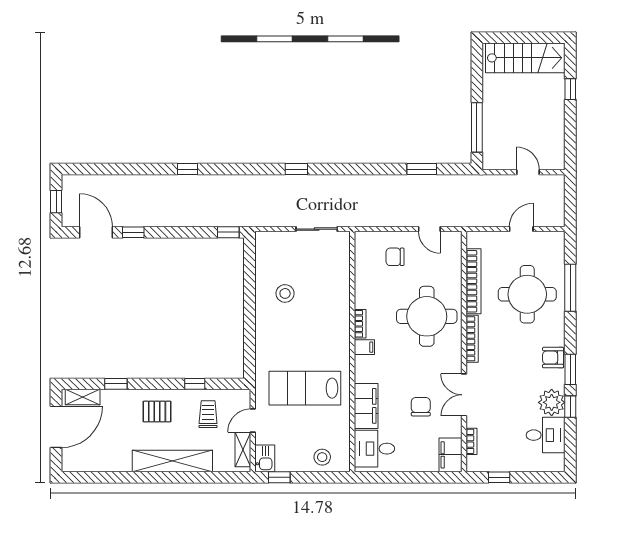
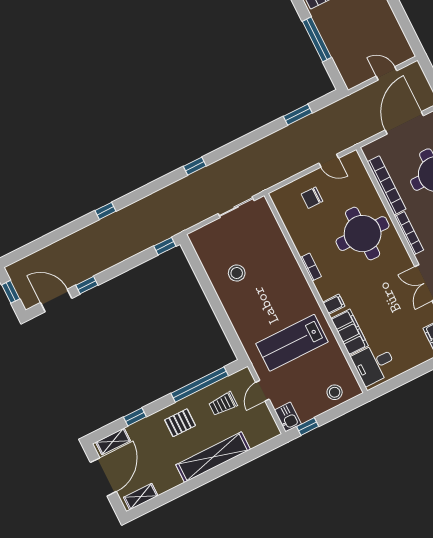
window: (477, 127) -> (317, 39), moved
door: (521, 229) -> (404, 123), width x1.87
filing cabinet: (364, 347) -> (334, 304), moved
window: (195, 384) -> (200, 384), width x3.17
chair: (421, 407) -> (395, 310), removed
trolley: (208, 414) -> (223, 404), turned -90
shelving: (243, 450) -> (141, 497), moved, turned 90

